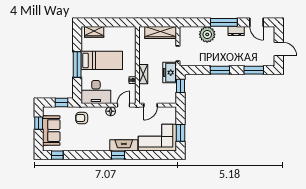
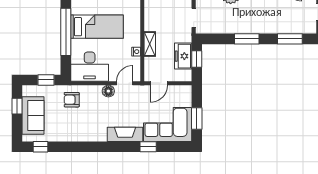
window: (77, 64) -> (66, 32), width x1.46
freezer: (170, 73) -> (183, 56), moved
window: (118, 155) -> (148, 147), moved

